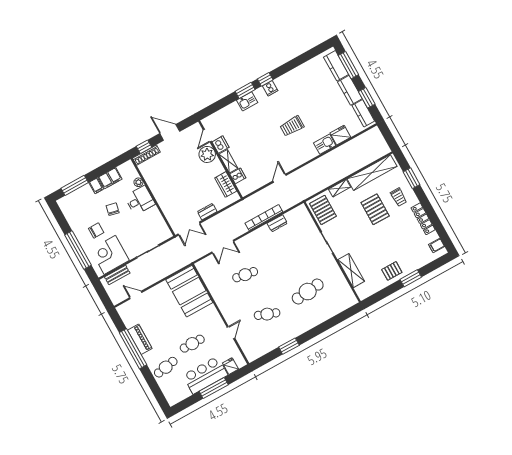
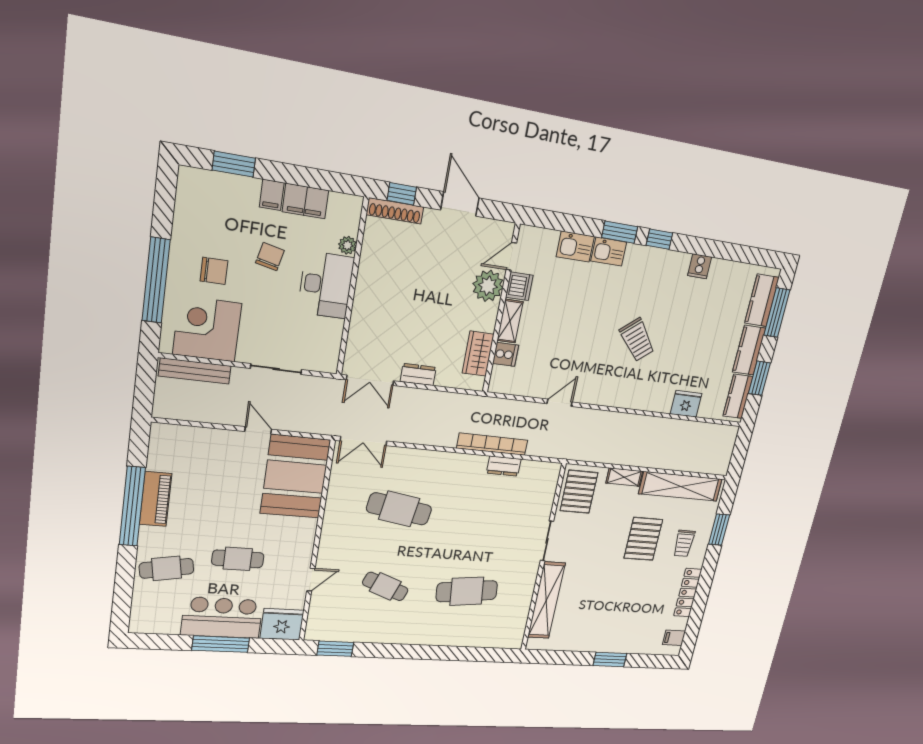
cooker: (270, 88) -> (700, 266), moved
trolley: (292, 126) -> (637, 340), turned -129
kitchen sink: (325, 144) -> (575, 247), moved, turned 180
window: (75, 185) -> (234, 164), width x0.69
desk: (140, 200) -> (326, 285), width x1.37
double door: (223, 247) -> (364, 441), moved
shelving: (351, 271) -> (546, 600), width x1.47
pallet: (392, 271) -> (595, 635), removed
bench: (117, 275) -> (195, 371), width x1.36
cafe table: (245, 275) -> (399, 509), width x1.37, depth x1.35
door: (136, 295) -> (258, 430), moved
window: (289, 346) -> (335, 649), moved
fridge: (231, 366) -> (282, 624), width x1.88, depth x1.34

